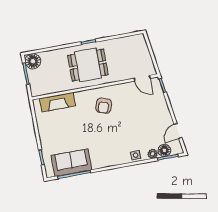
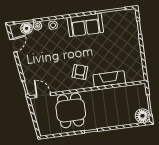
dining table: (88, 65) -> (71, 110), moved, turned 90
fireplace: (58, 102) -> (109, 79), moved
sofa: (71, 163) -> (85, 25), moved

